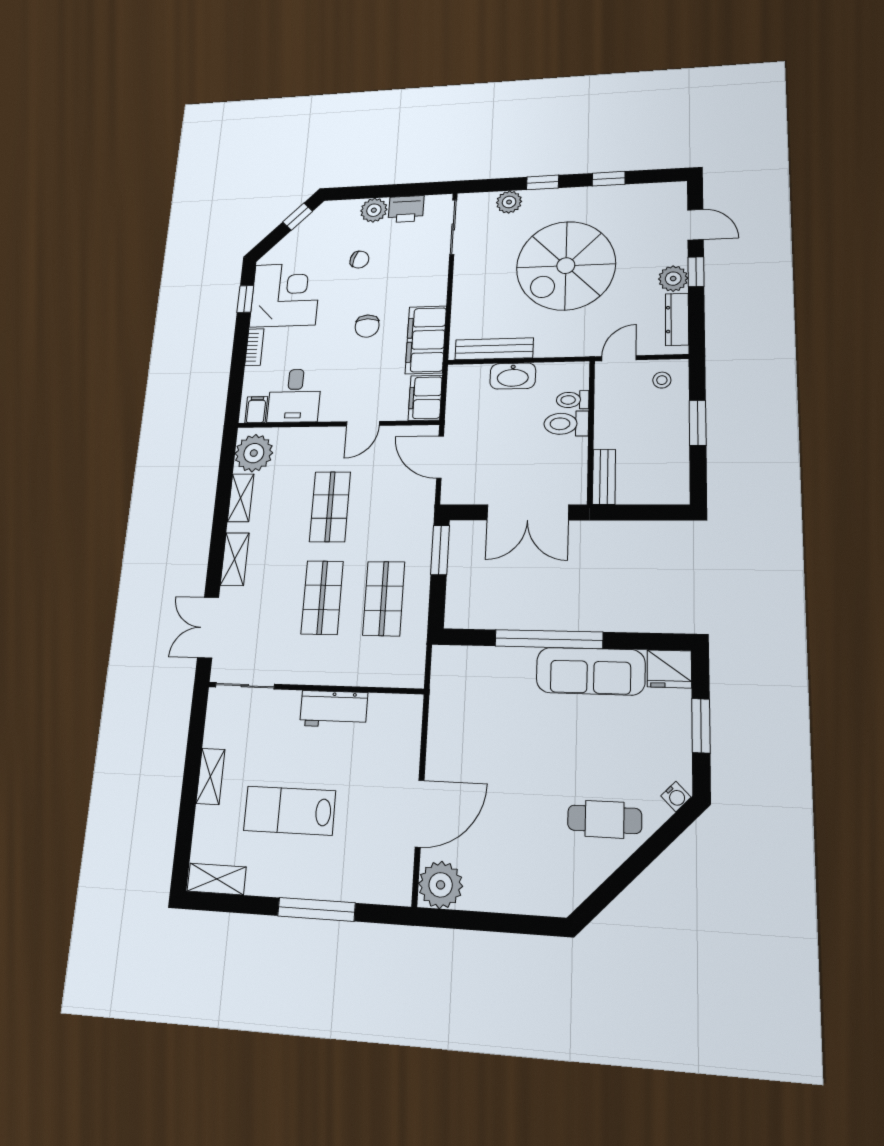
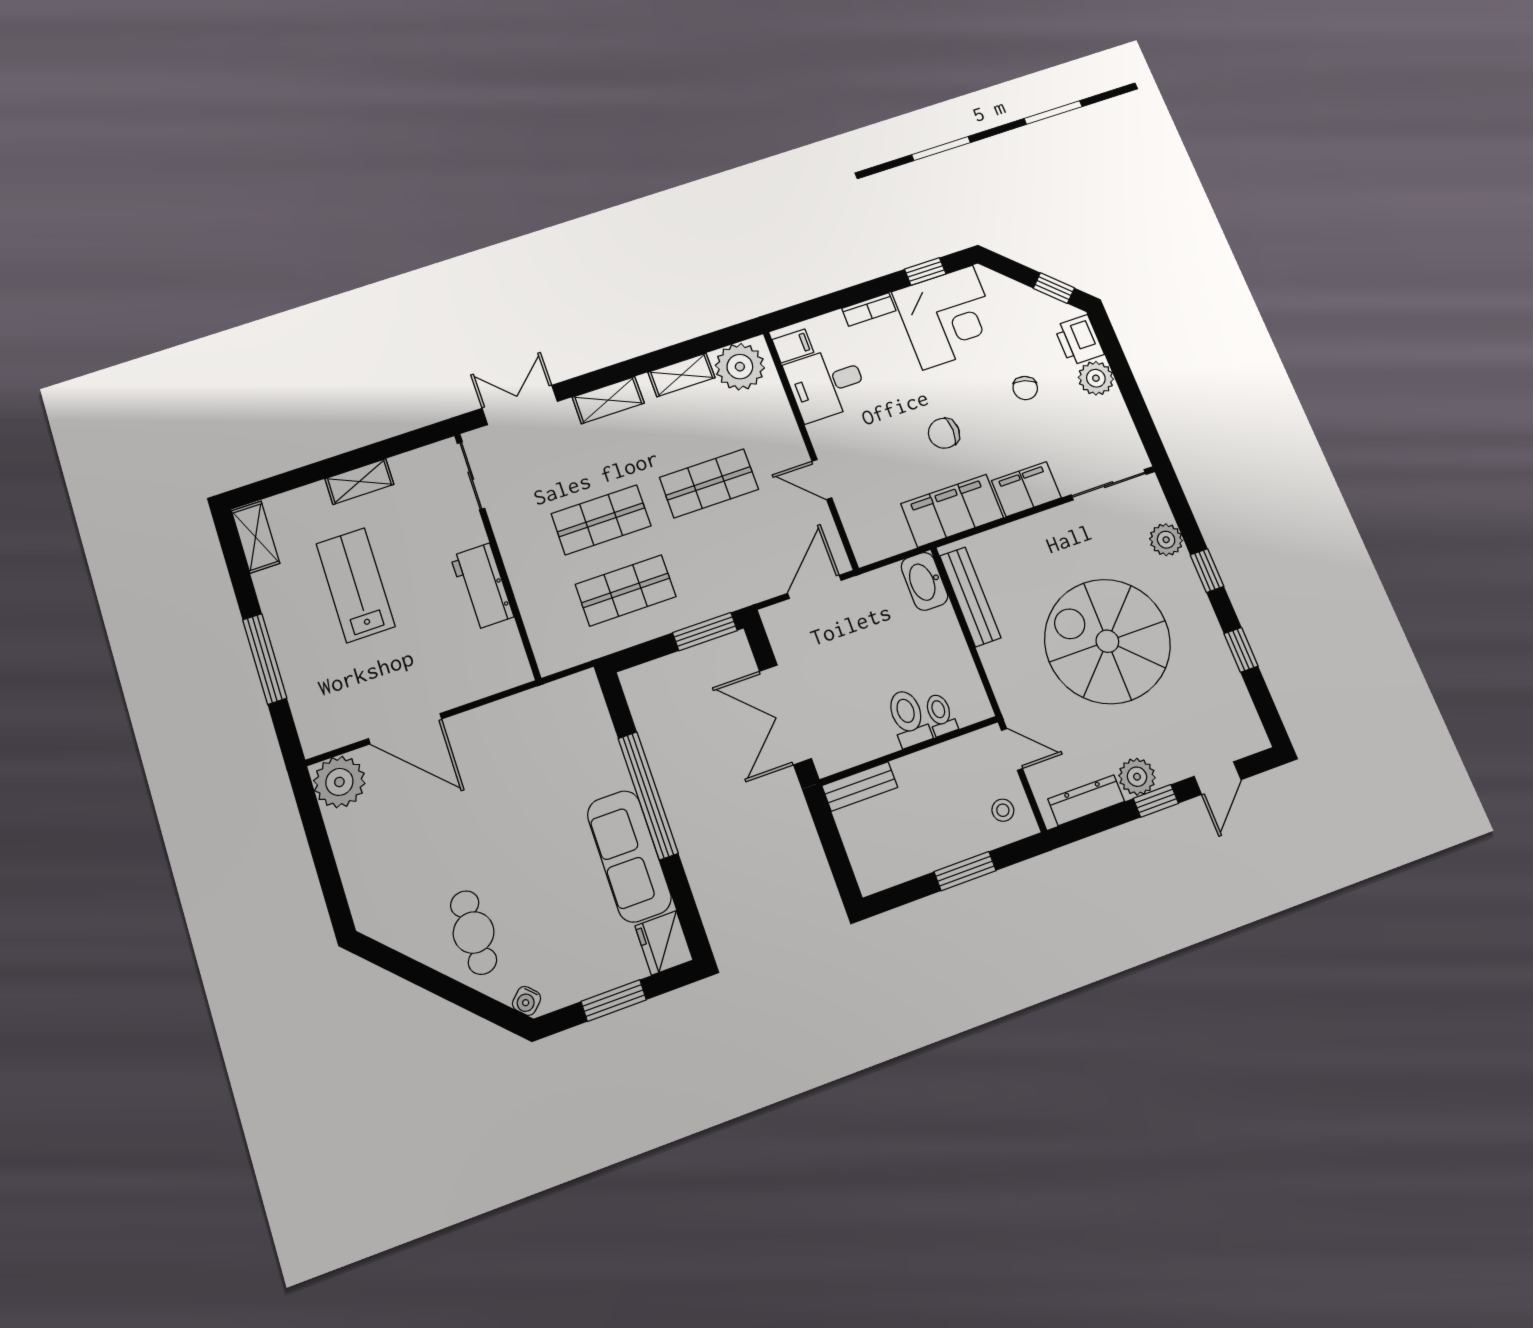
printer: (406, 209) -> (1079, 340), moved
washbasin: (513, 376) -> (924, 581), moved
filing cabinet: (425, 398) -> (1026, 489), moved

